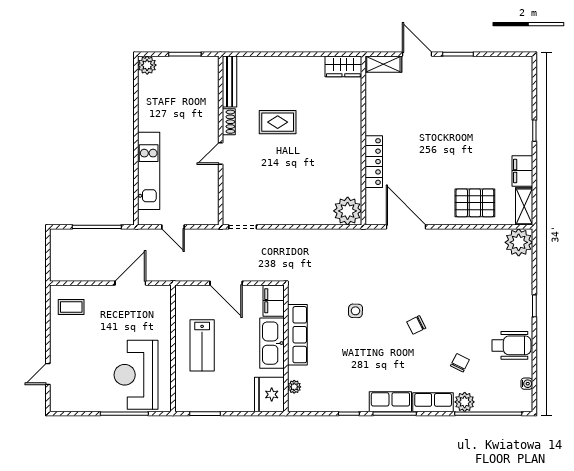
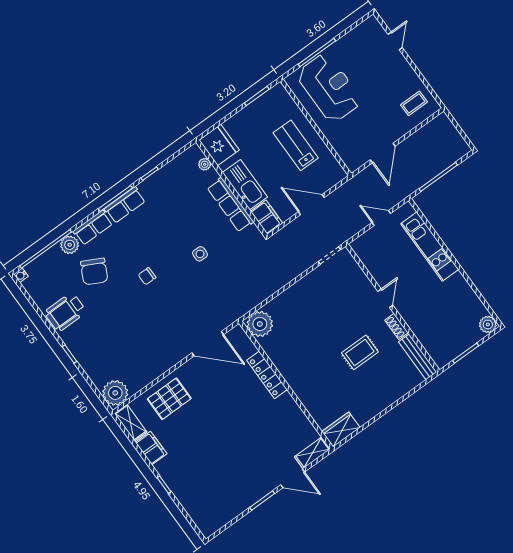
chair: (416, 325) -> (147, 276), turned -153
chair: (460, 363) -> (94, 271), width x1.87, depth x1.87
water cooler: (527, 384) -> (21, 275), moved

